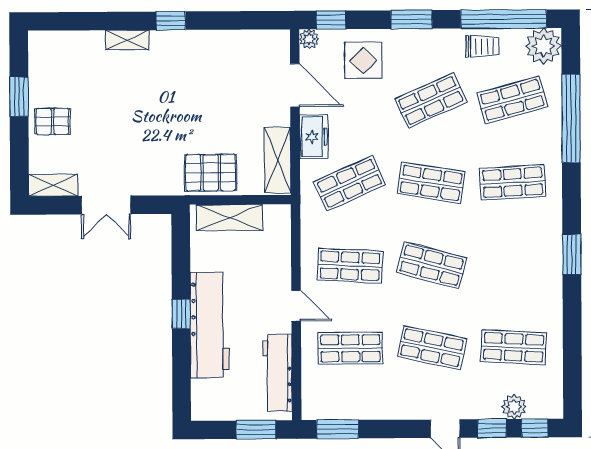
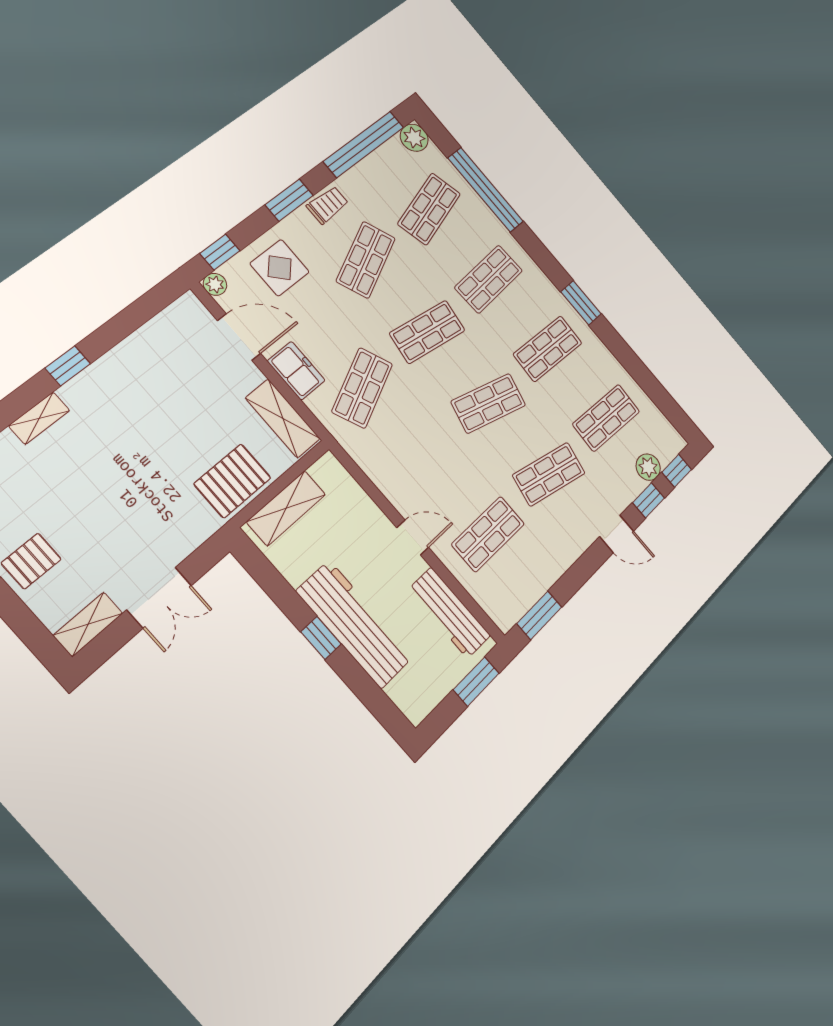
trolley: (482, 46) -> (328, 205), moved
plant: (543, 46) -> (414, 138), width x0.73, depth x0.73
shop shelf: (350, 266) -> (548, 349), moved

